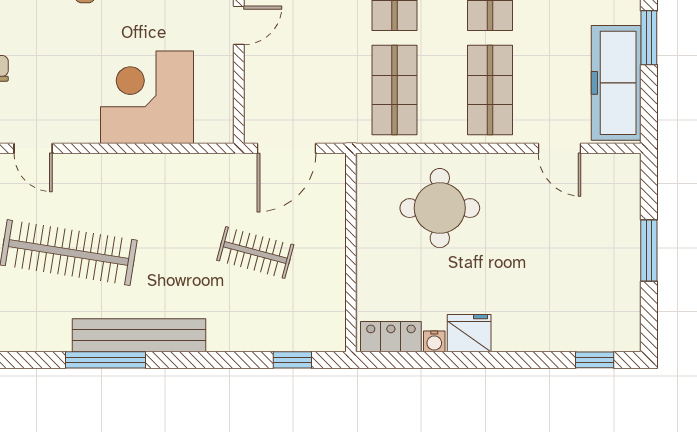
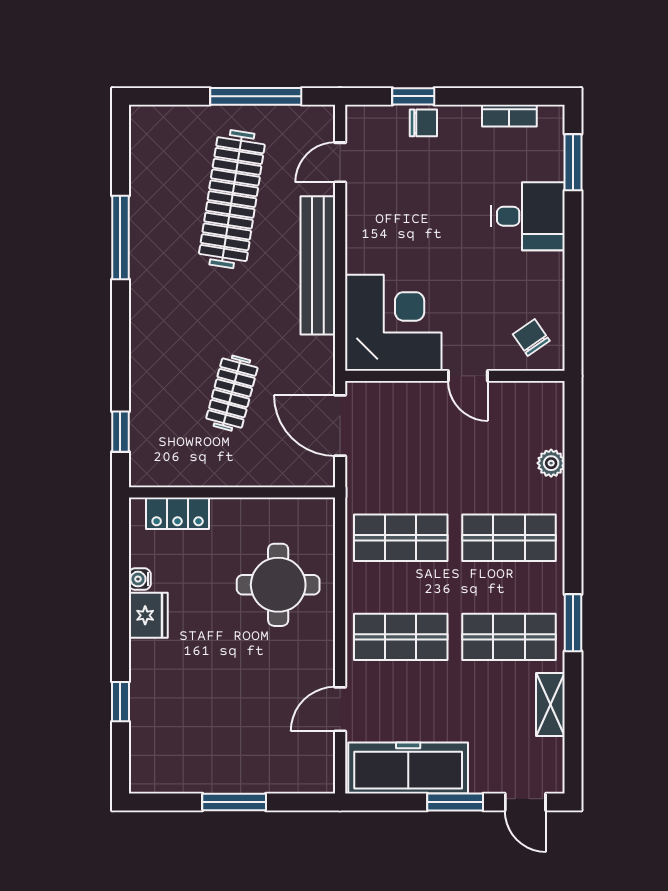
corner desk: (147, 97) -> (393, 323), moved
bench: (139, 335) -> (318, 265), moved
locker: (391, 337) -> (178, 513), moved, turned 90
window: (595, 360) -> (120, 702), moved

